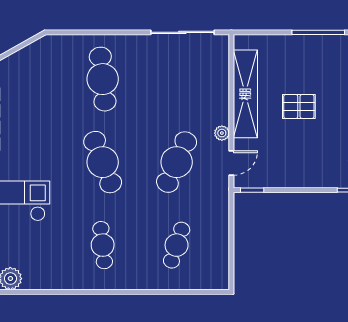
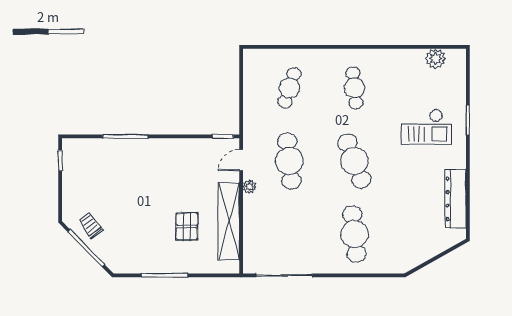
pallet: (299, 106) -> (187, 226), moved, turned 90
cafe table: (177, 162) -> (289, 161), turned -30

